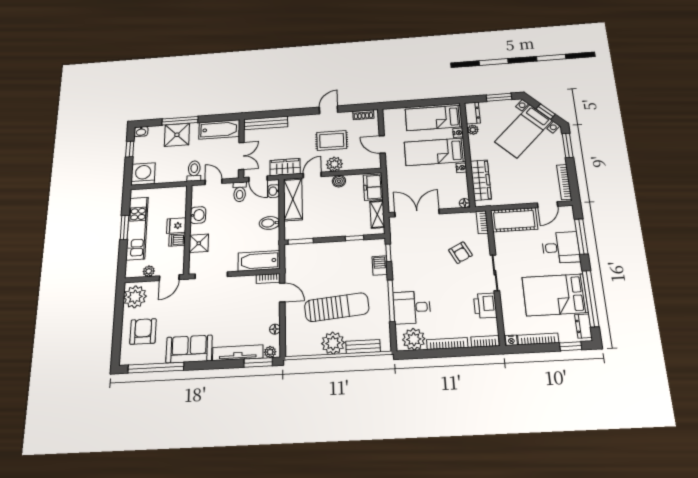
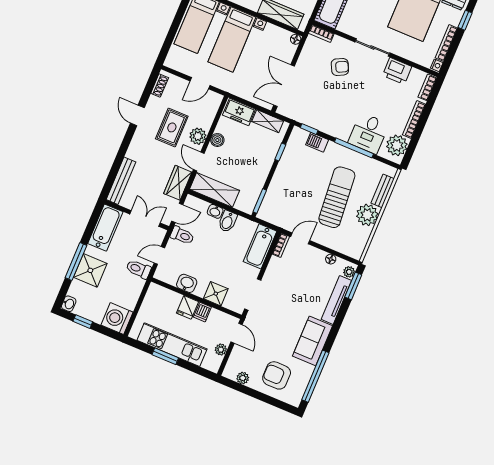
washbasin: (274, 191) -> (215, 211), moved
plant: (135, 297) -> (243, 378), width x0.53, depth x0.53

